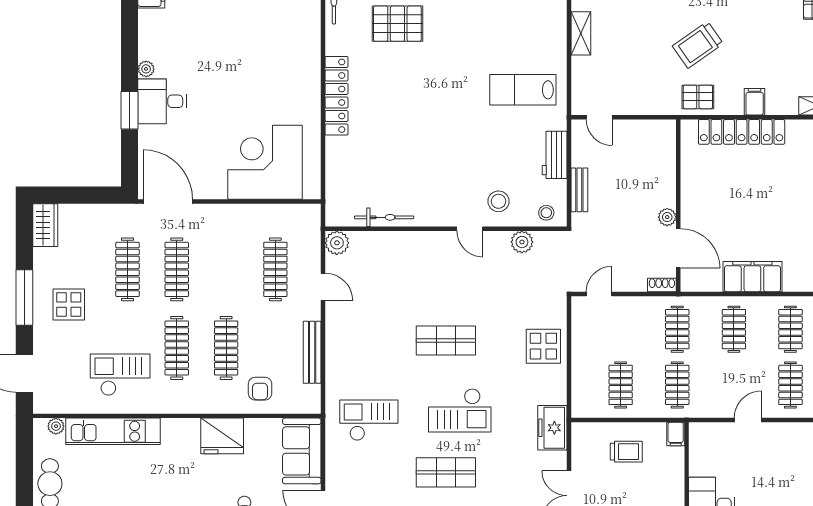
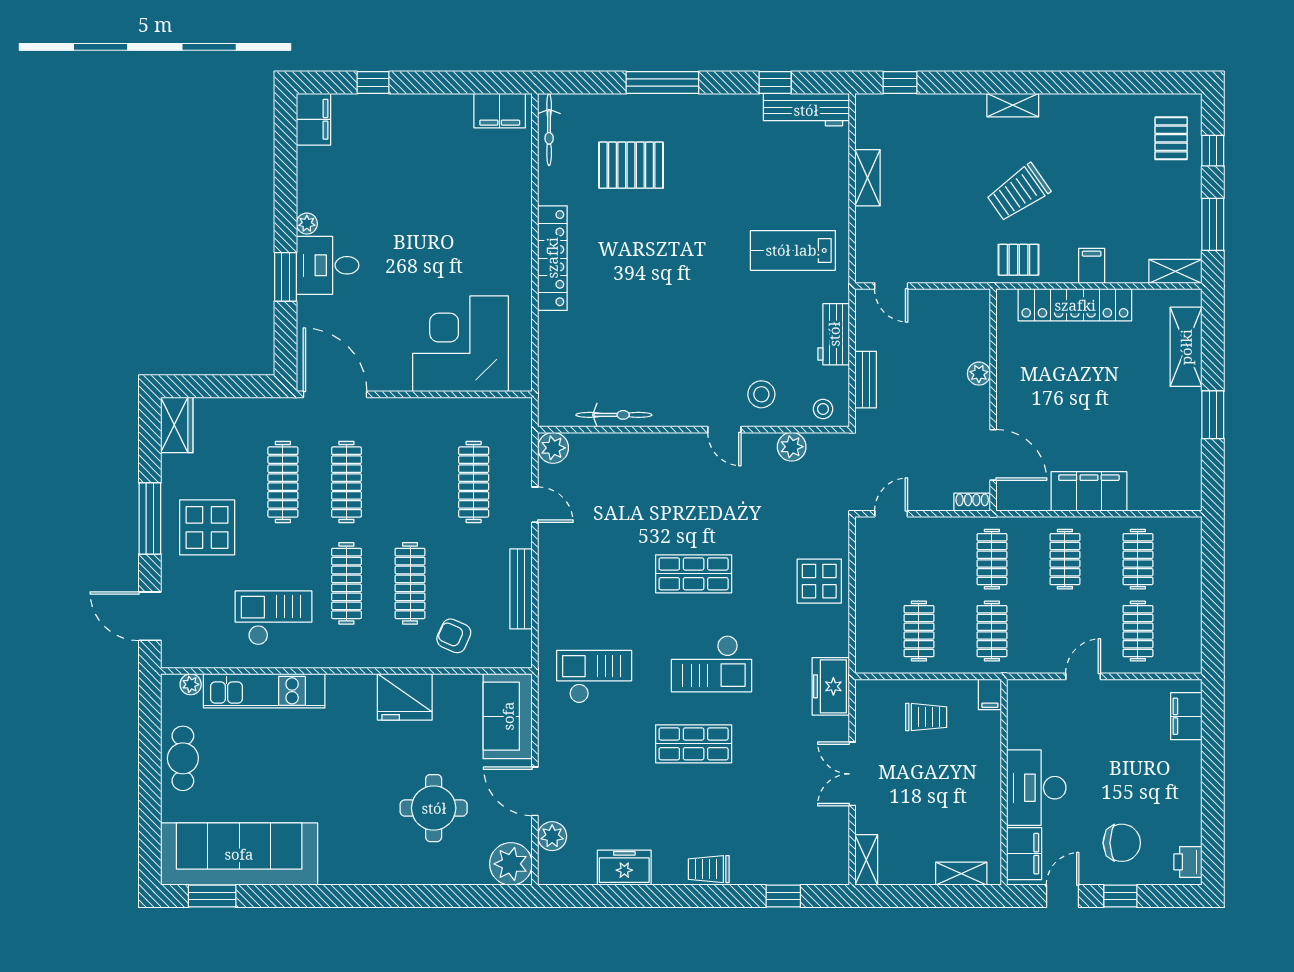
plant: (667, 217) -> (979, 374), moved
display table: (69, 305) -> (207, 527), width x1.36, depth x1.36
armchair: (260, 389) -> (454, 636), turned 114

